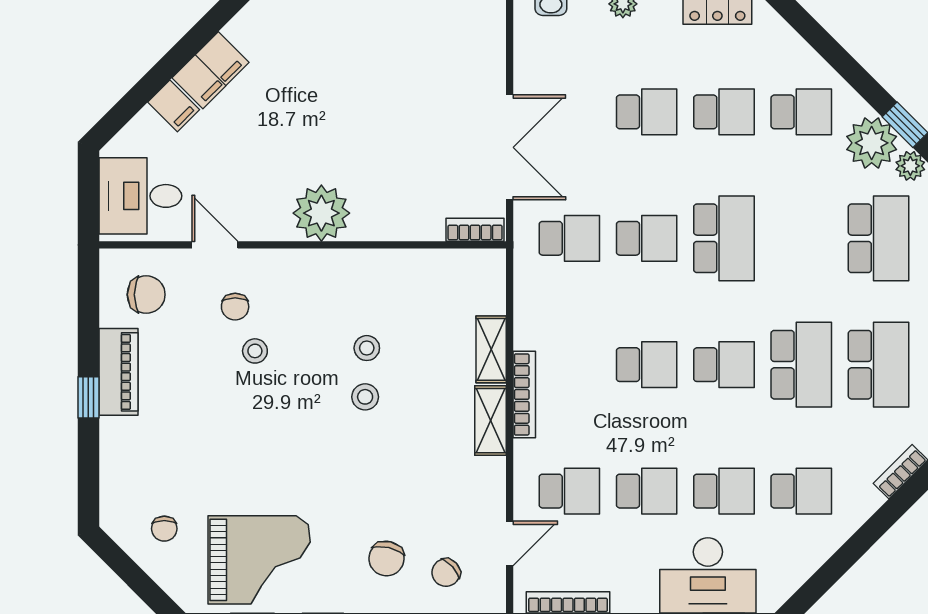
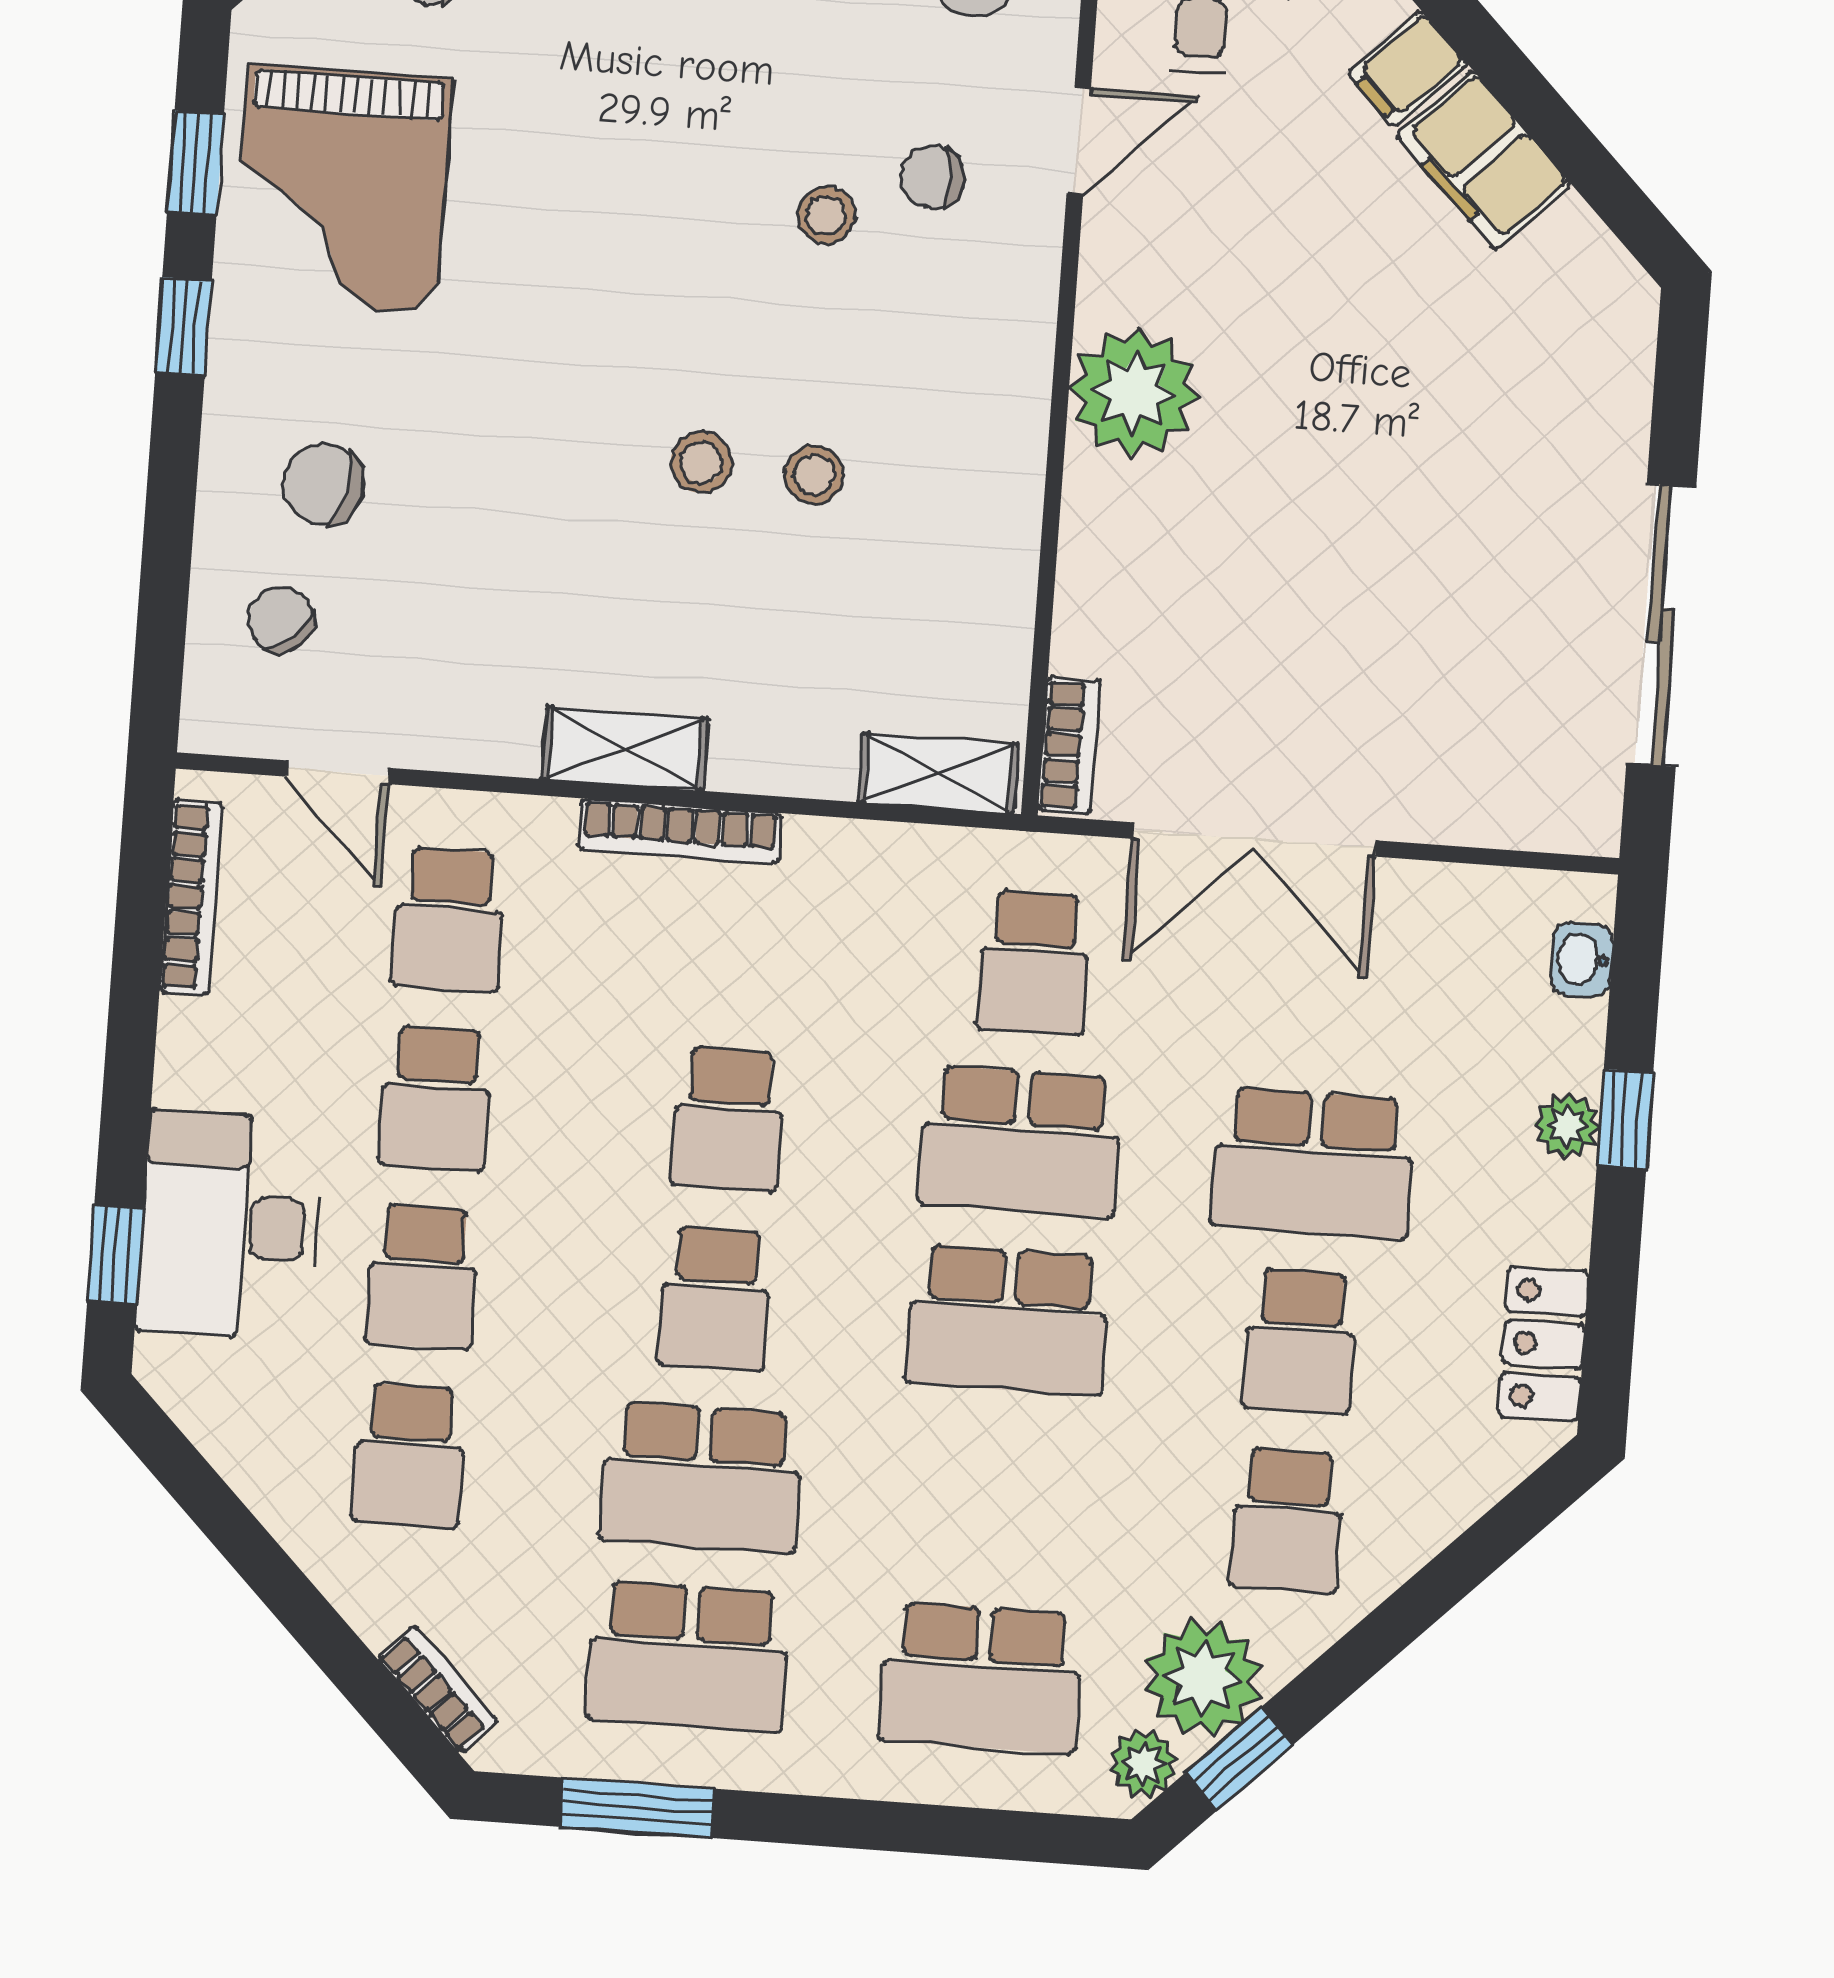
school desk: (647, 112) -> (1313, 1163), width x1.85
school desk: (647, 238) -> (1021, 1141), width x1.85
shelving: (491, 349) -> (938, 773), moved

